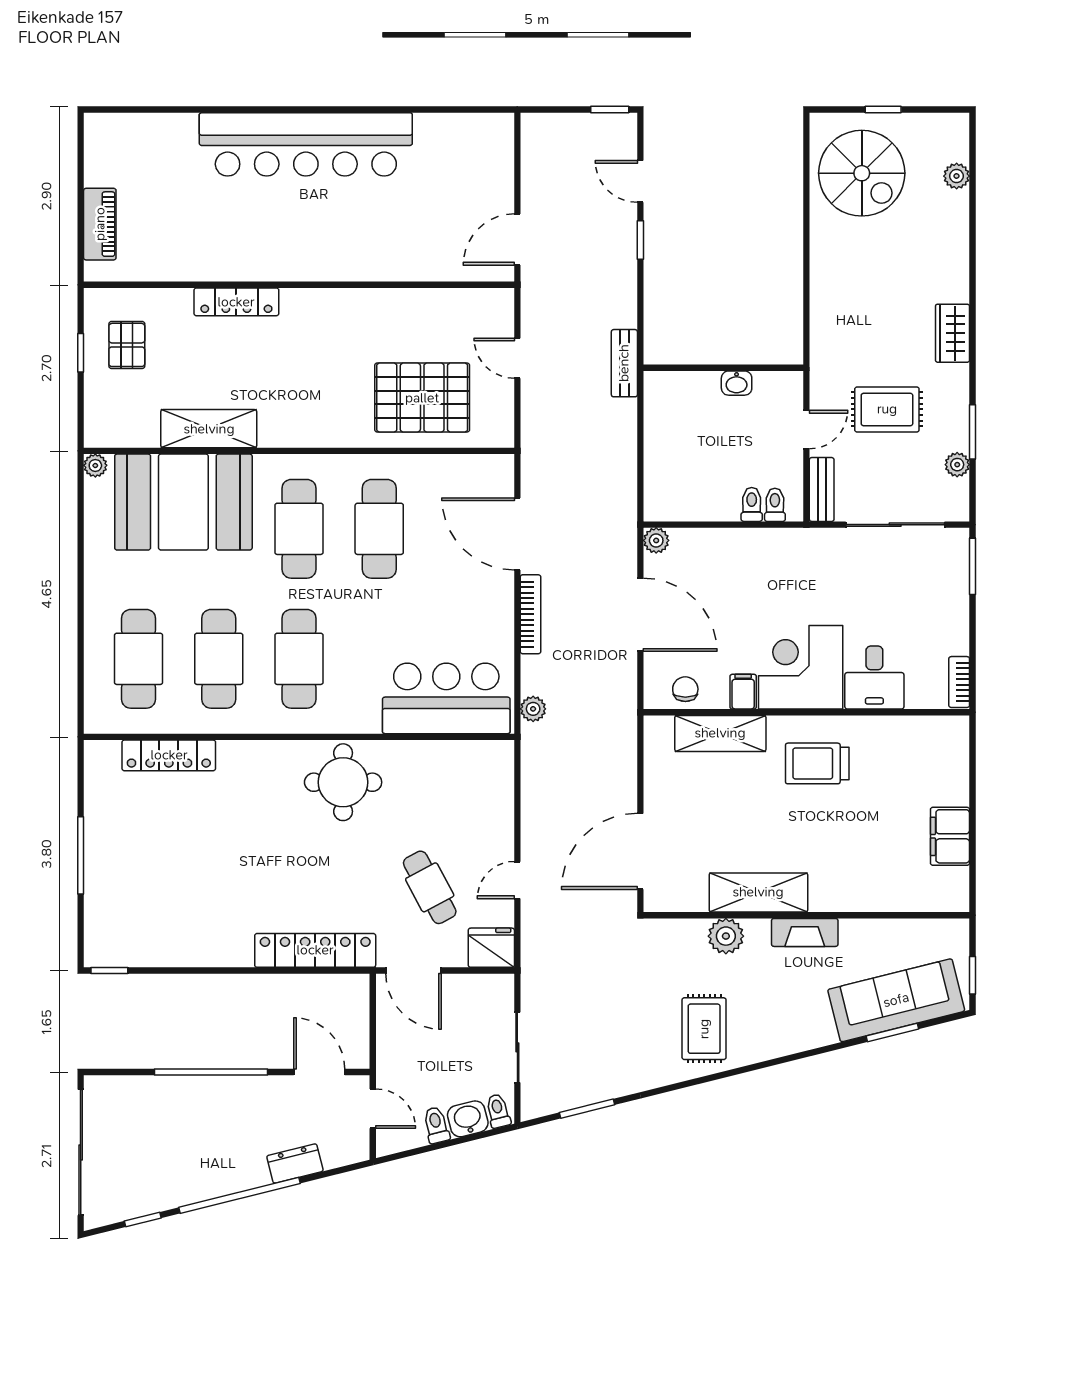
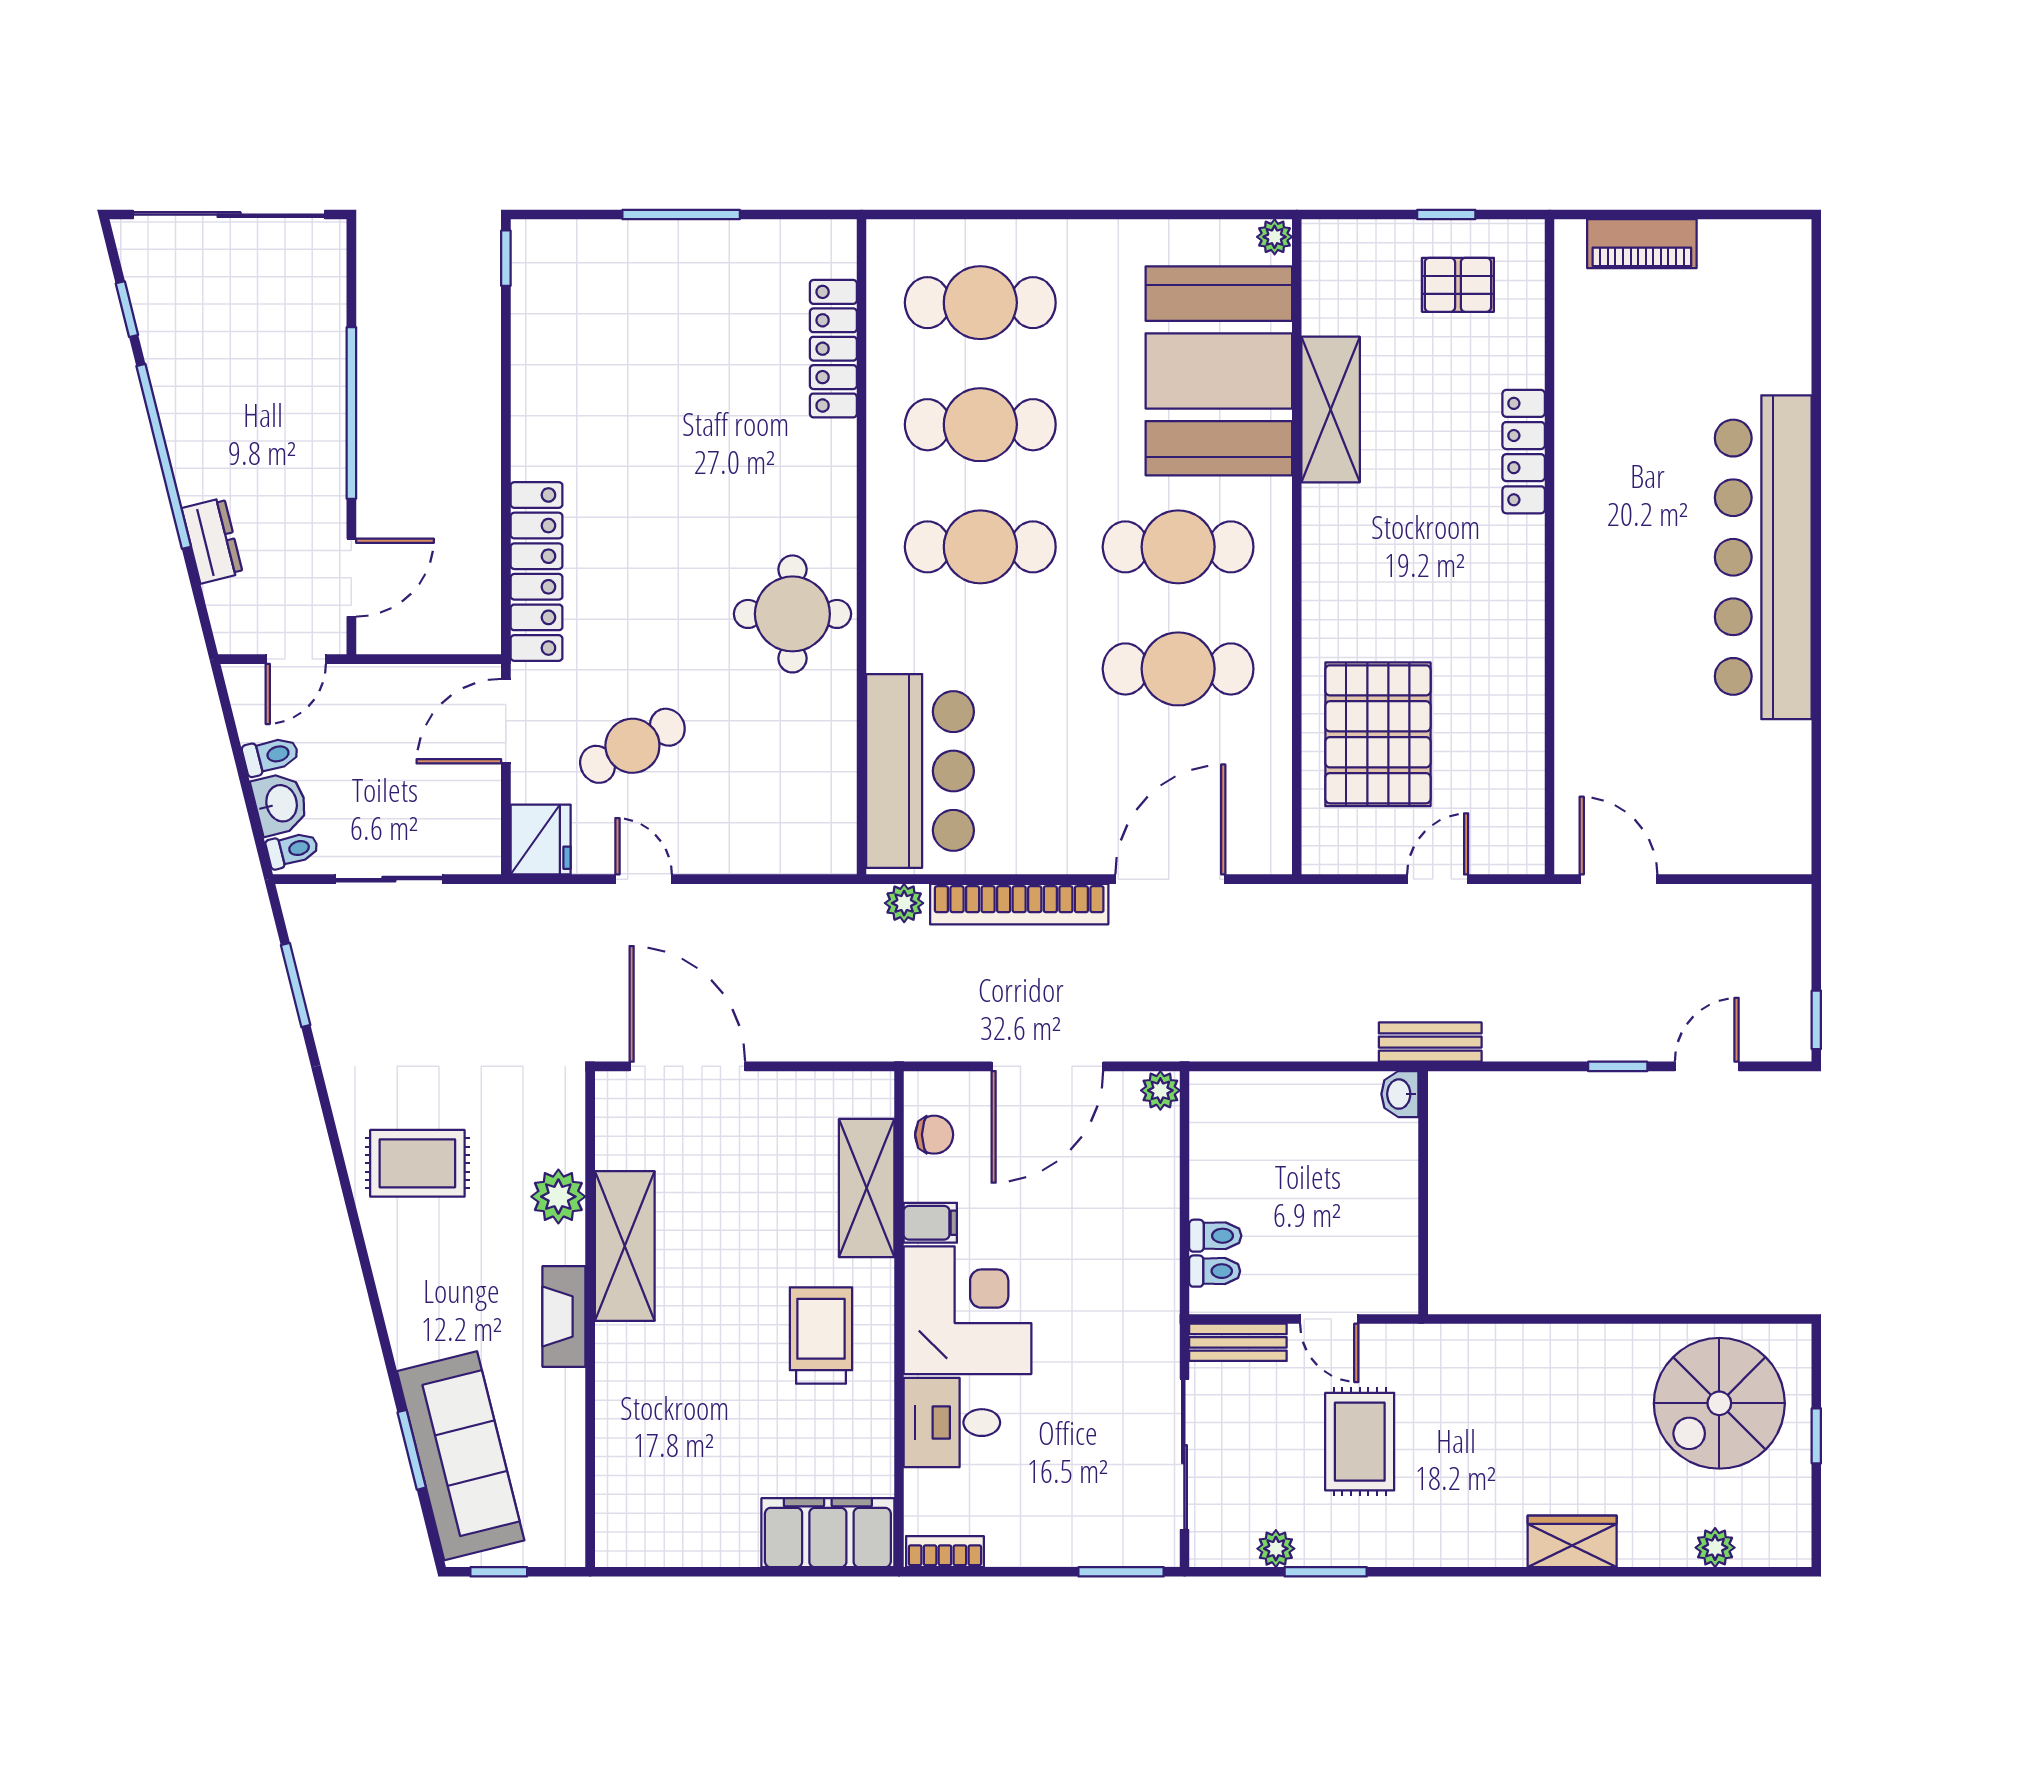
wardrobe: (952, 333) -> (1572, 1541), moved
washbasin: (737, 383) -> (1400, 1094), moved
bookcase: (531, 614) -> (1019, 904), width x1.48, depth x1.31
filing cabinet: (950, 836) -> (828, 1533), moved, width x1.50, depth x1.17

